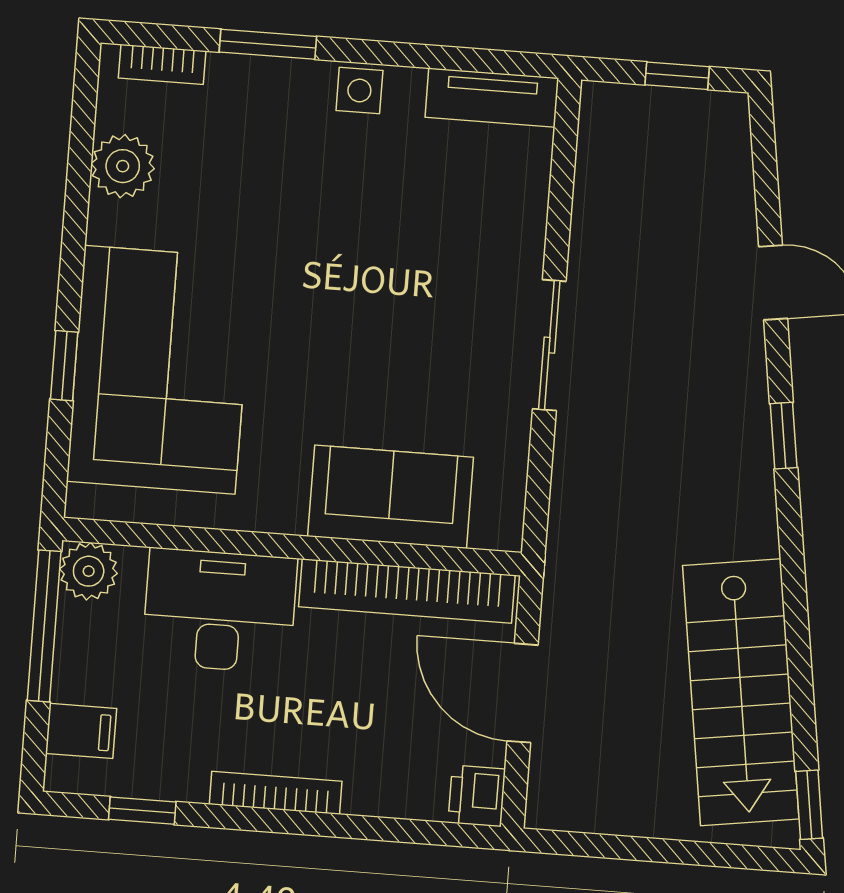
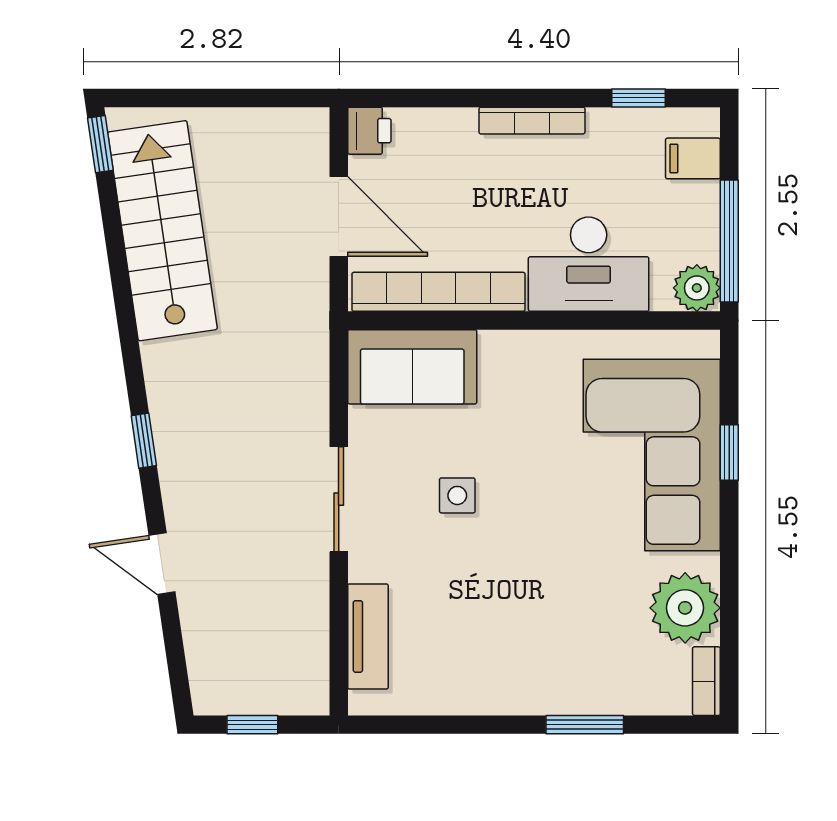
bookcase: (162, 64) -> (706, 681), moved, turned -90
side table: (359, 91) -> (457, 495), moved
tv unit: (492, 98) -> (368, 636), moved, turned 90
plant: (123, 166) -> (685, 608), width x1.36, depth x1.36
sofa: (391, 497) -> (412, 367), moved

